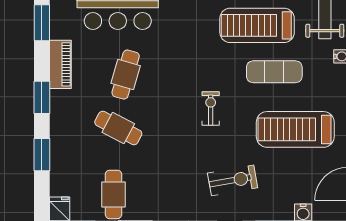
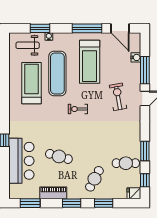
treadmill: (257, 25) -> (32, 83), turned 180
exercise mat: (274, 72) -> (57, 74), width x1.36, depth x1.45
cafe table: (118, 128) -> (94, 179), moved

